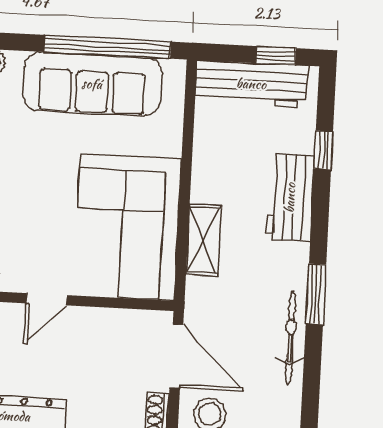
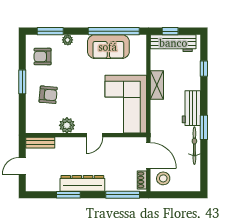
window: (276, 56) -> (170, 31), moved
sofa: (92, 84) -> (108, 47), width x0.73
workbench: (290, 198) -> (191, 108), moved
shelving: (203, 240) -> (157, 85), moved

